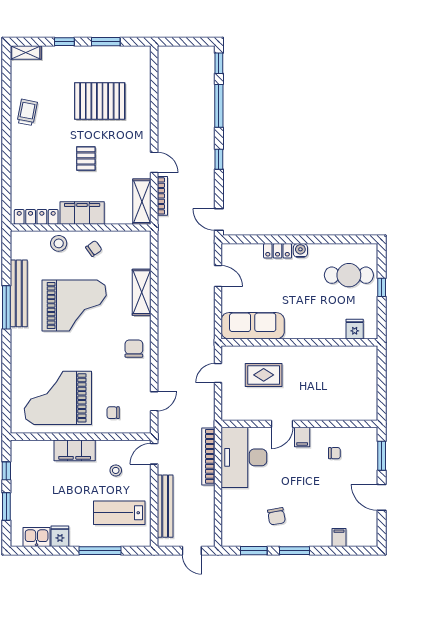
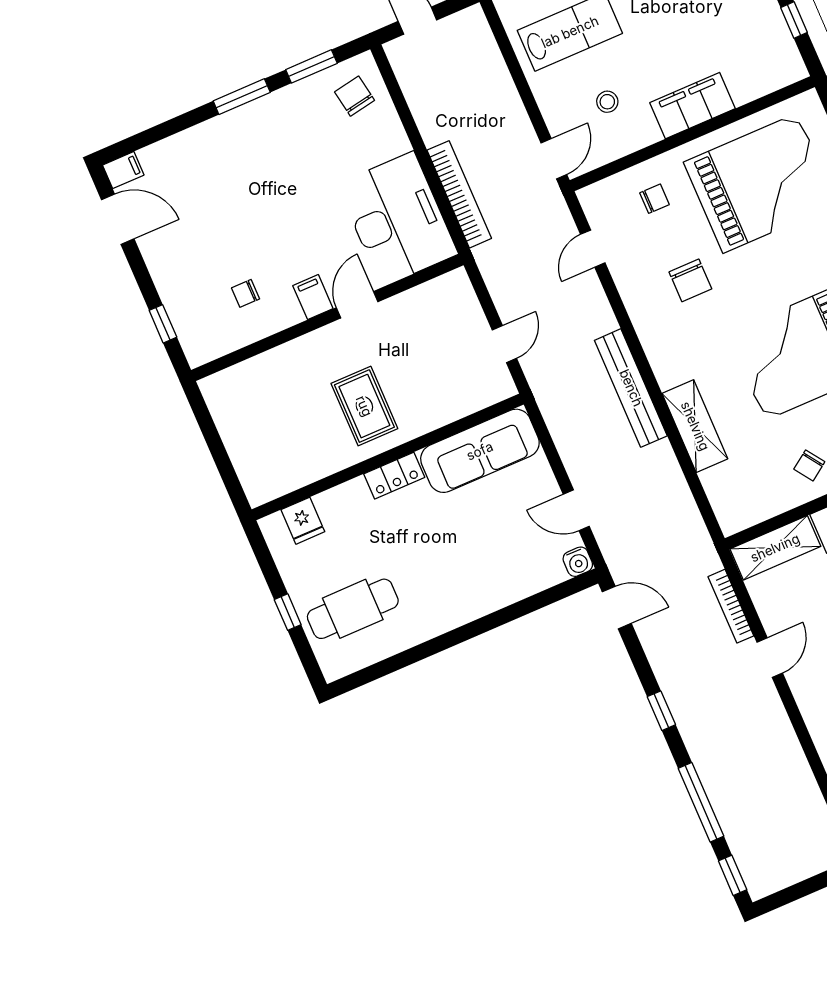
door: (154, 162) -> (770, 658), swing flipped
shelving: (142, 202) -> (775, 548), moved, turned 90
water cooler: (300, 250) -> (578, 562), moved
locker: (278, 251) -> (394, 476), moved, turned 180
chair: (134, 349) -> (690, 280), moved
rug: (264, 375) -> (364, 406), moved, turned 90
window: (382, 456) -> (163, 324), width x0.67
door: (382, 497) -> (118, 219), moved
bench: (165, 506) -> (631, 388), moved
chair: (276, 516) -> (355, 96), moved
filing cabinet: (339, 538) -> (123, 170), moved, turned -90

